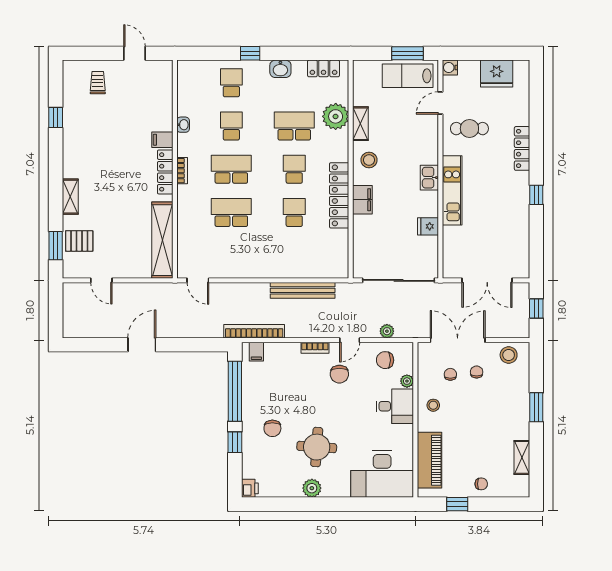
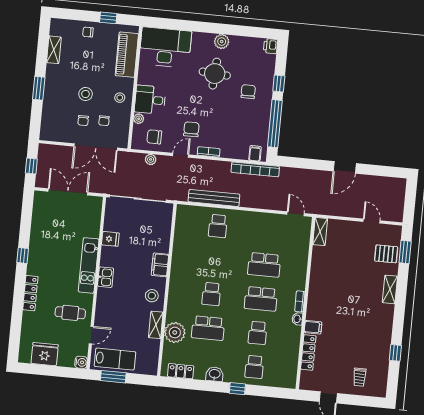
washbasin: (183, 125) -> (297, 319), moved
locker: (165, 172) -> (308, 352), moved
locker: (339, 195) -> (178, 270), removed
school desk: (294, 212) -> (218, 226), moved
shelving: (162, 240) -> (320, 232), width x0.45, depth x0.75
stool: (509, 355) -> (86, 94), moved
chair: (385, 360) -> (154, 137), turned 180

